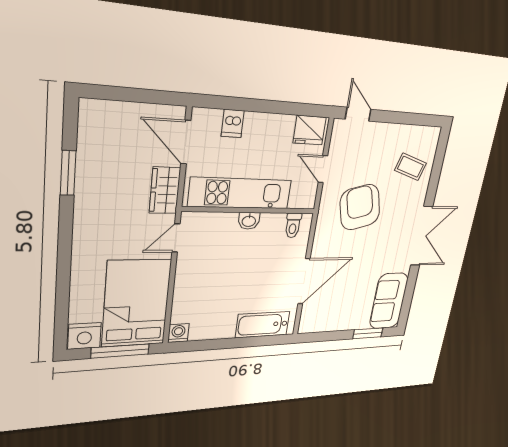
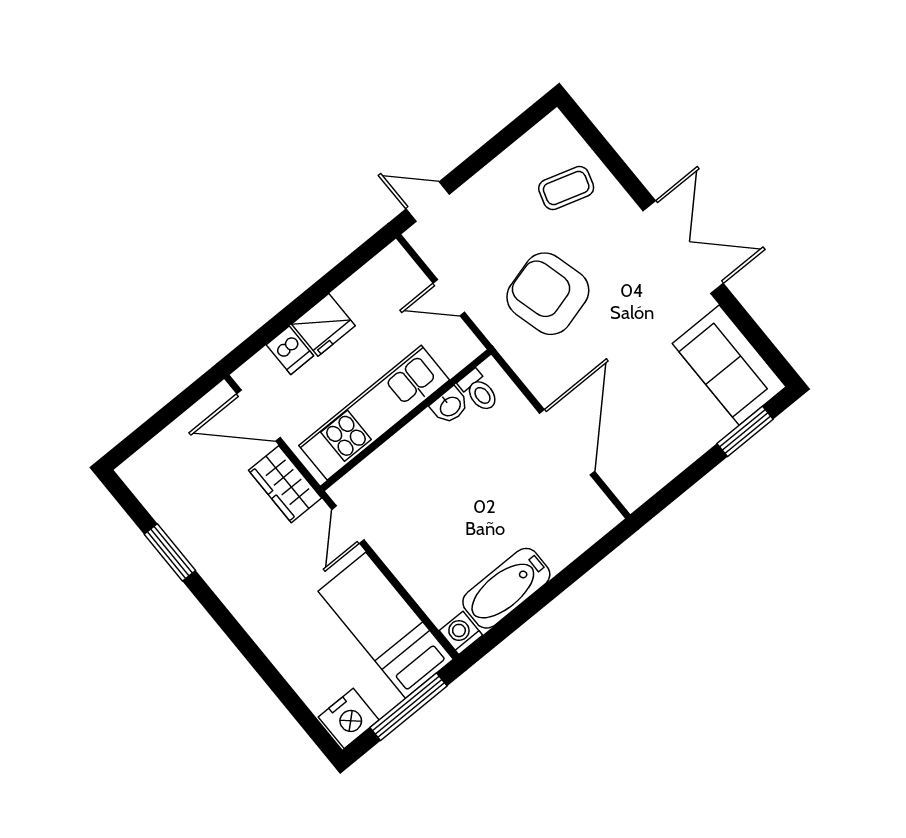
fridge: (310, 130) -> (323, 325), moved
washbasin: (249, 221) -> (450, 406), moved
bed: (136, 303) -> (386, 625), width x0.67
bathtub: (263, 325) -> (506, 588), moved

